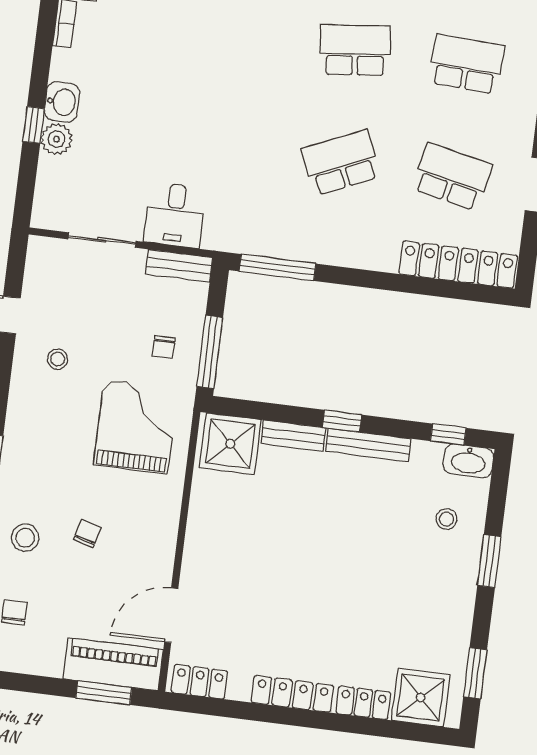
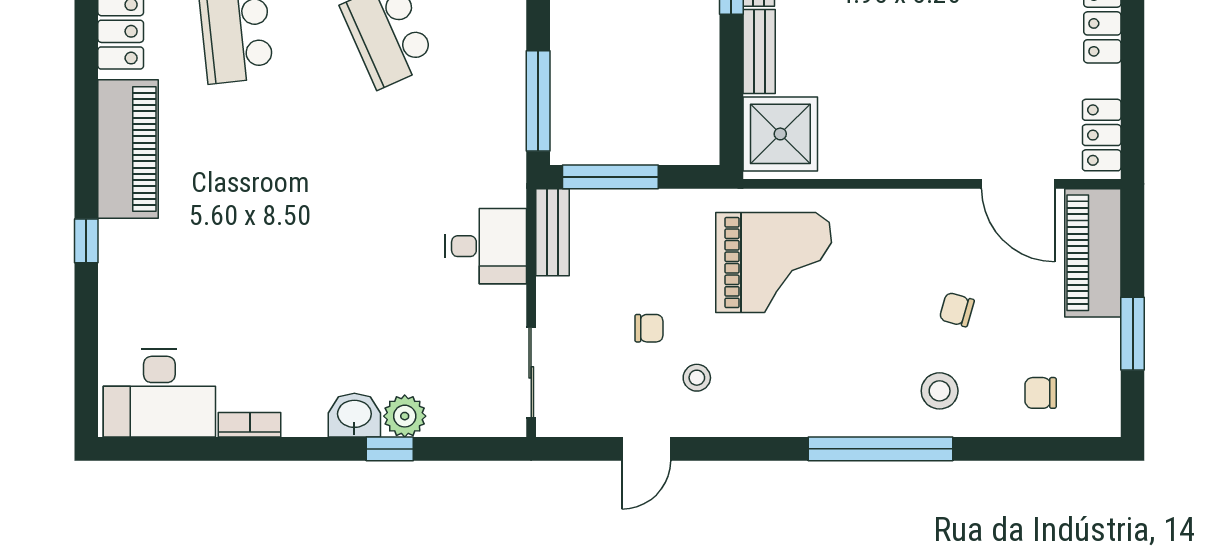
sliding door: (102, 240) -> (531, 372), moved
chair: (164, 347) -> (649, 328), moved
window: (210, 352) -> (610, 177), moved
grand piano: (136, 427) -> (774, 263), turned 180
chair: (87, 534) -> (957, 310), moved
window: (104, 693) -> (1133, 334), moved

